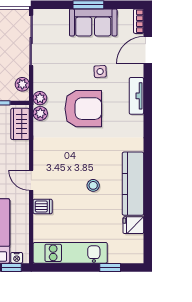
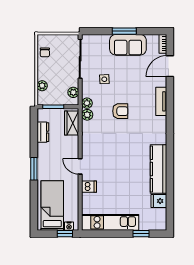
side table: (100, 71) -> (104, 79), moved
armchair: (83, 109) -> (120, 111), width x0.53, depth x0.53
stool: (93, 185) -> (128, 170), removed

